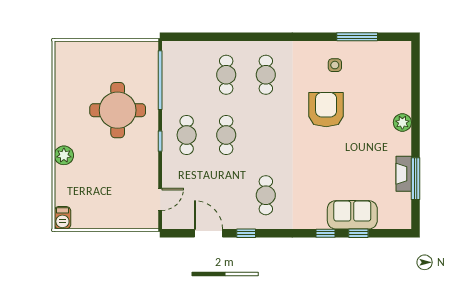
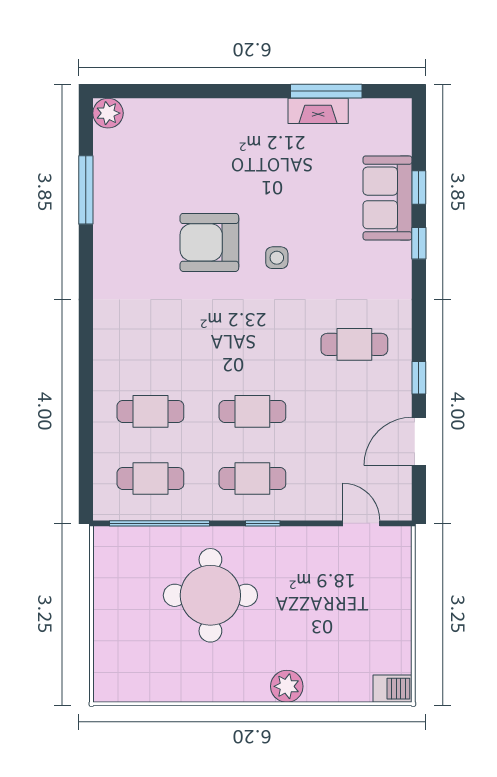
side table: (335, 65) -> (277, 258), moved
cafe table: (266, 75) -> (150, 478), moved
plant: (402, 122) -> (108, 113), moved

